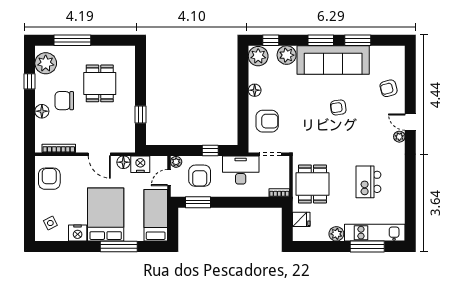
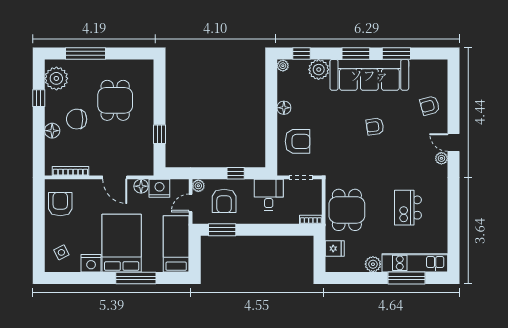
plant: (258, 56) -> (283, 66), width x0.53, depth x0.53
desk: (241, 170) -> (269, 195), width x0.73

